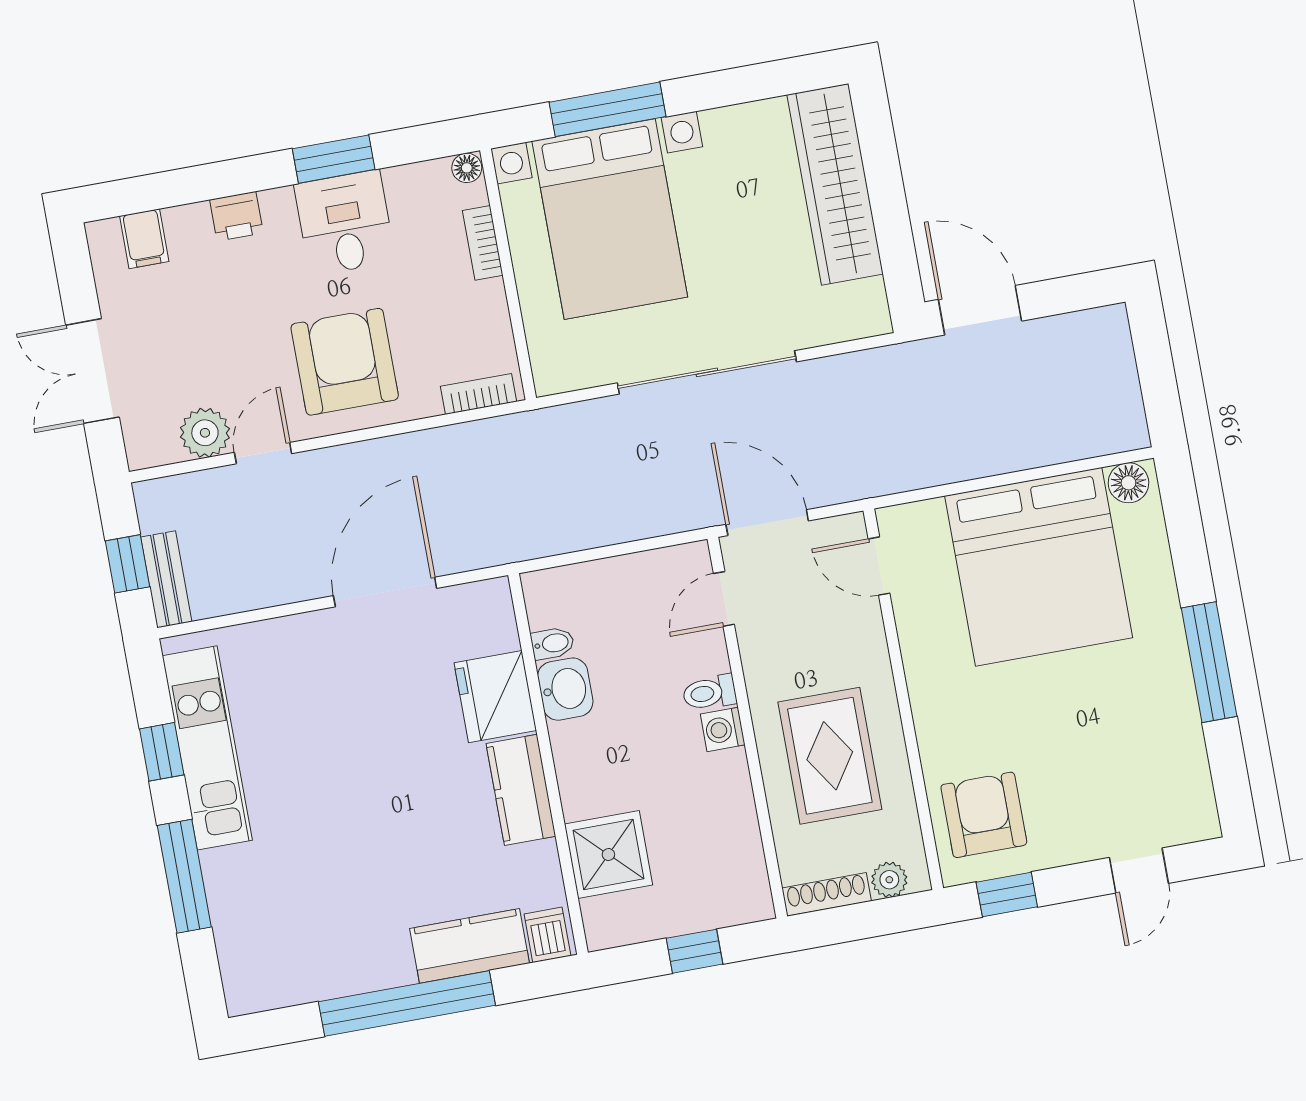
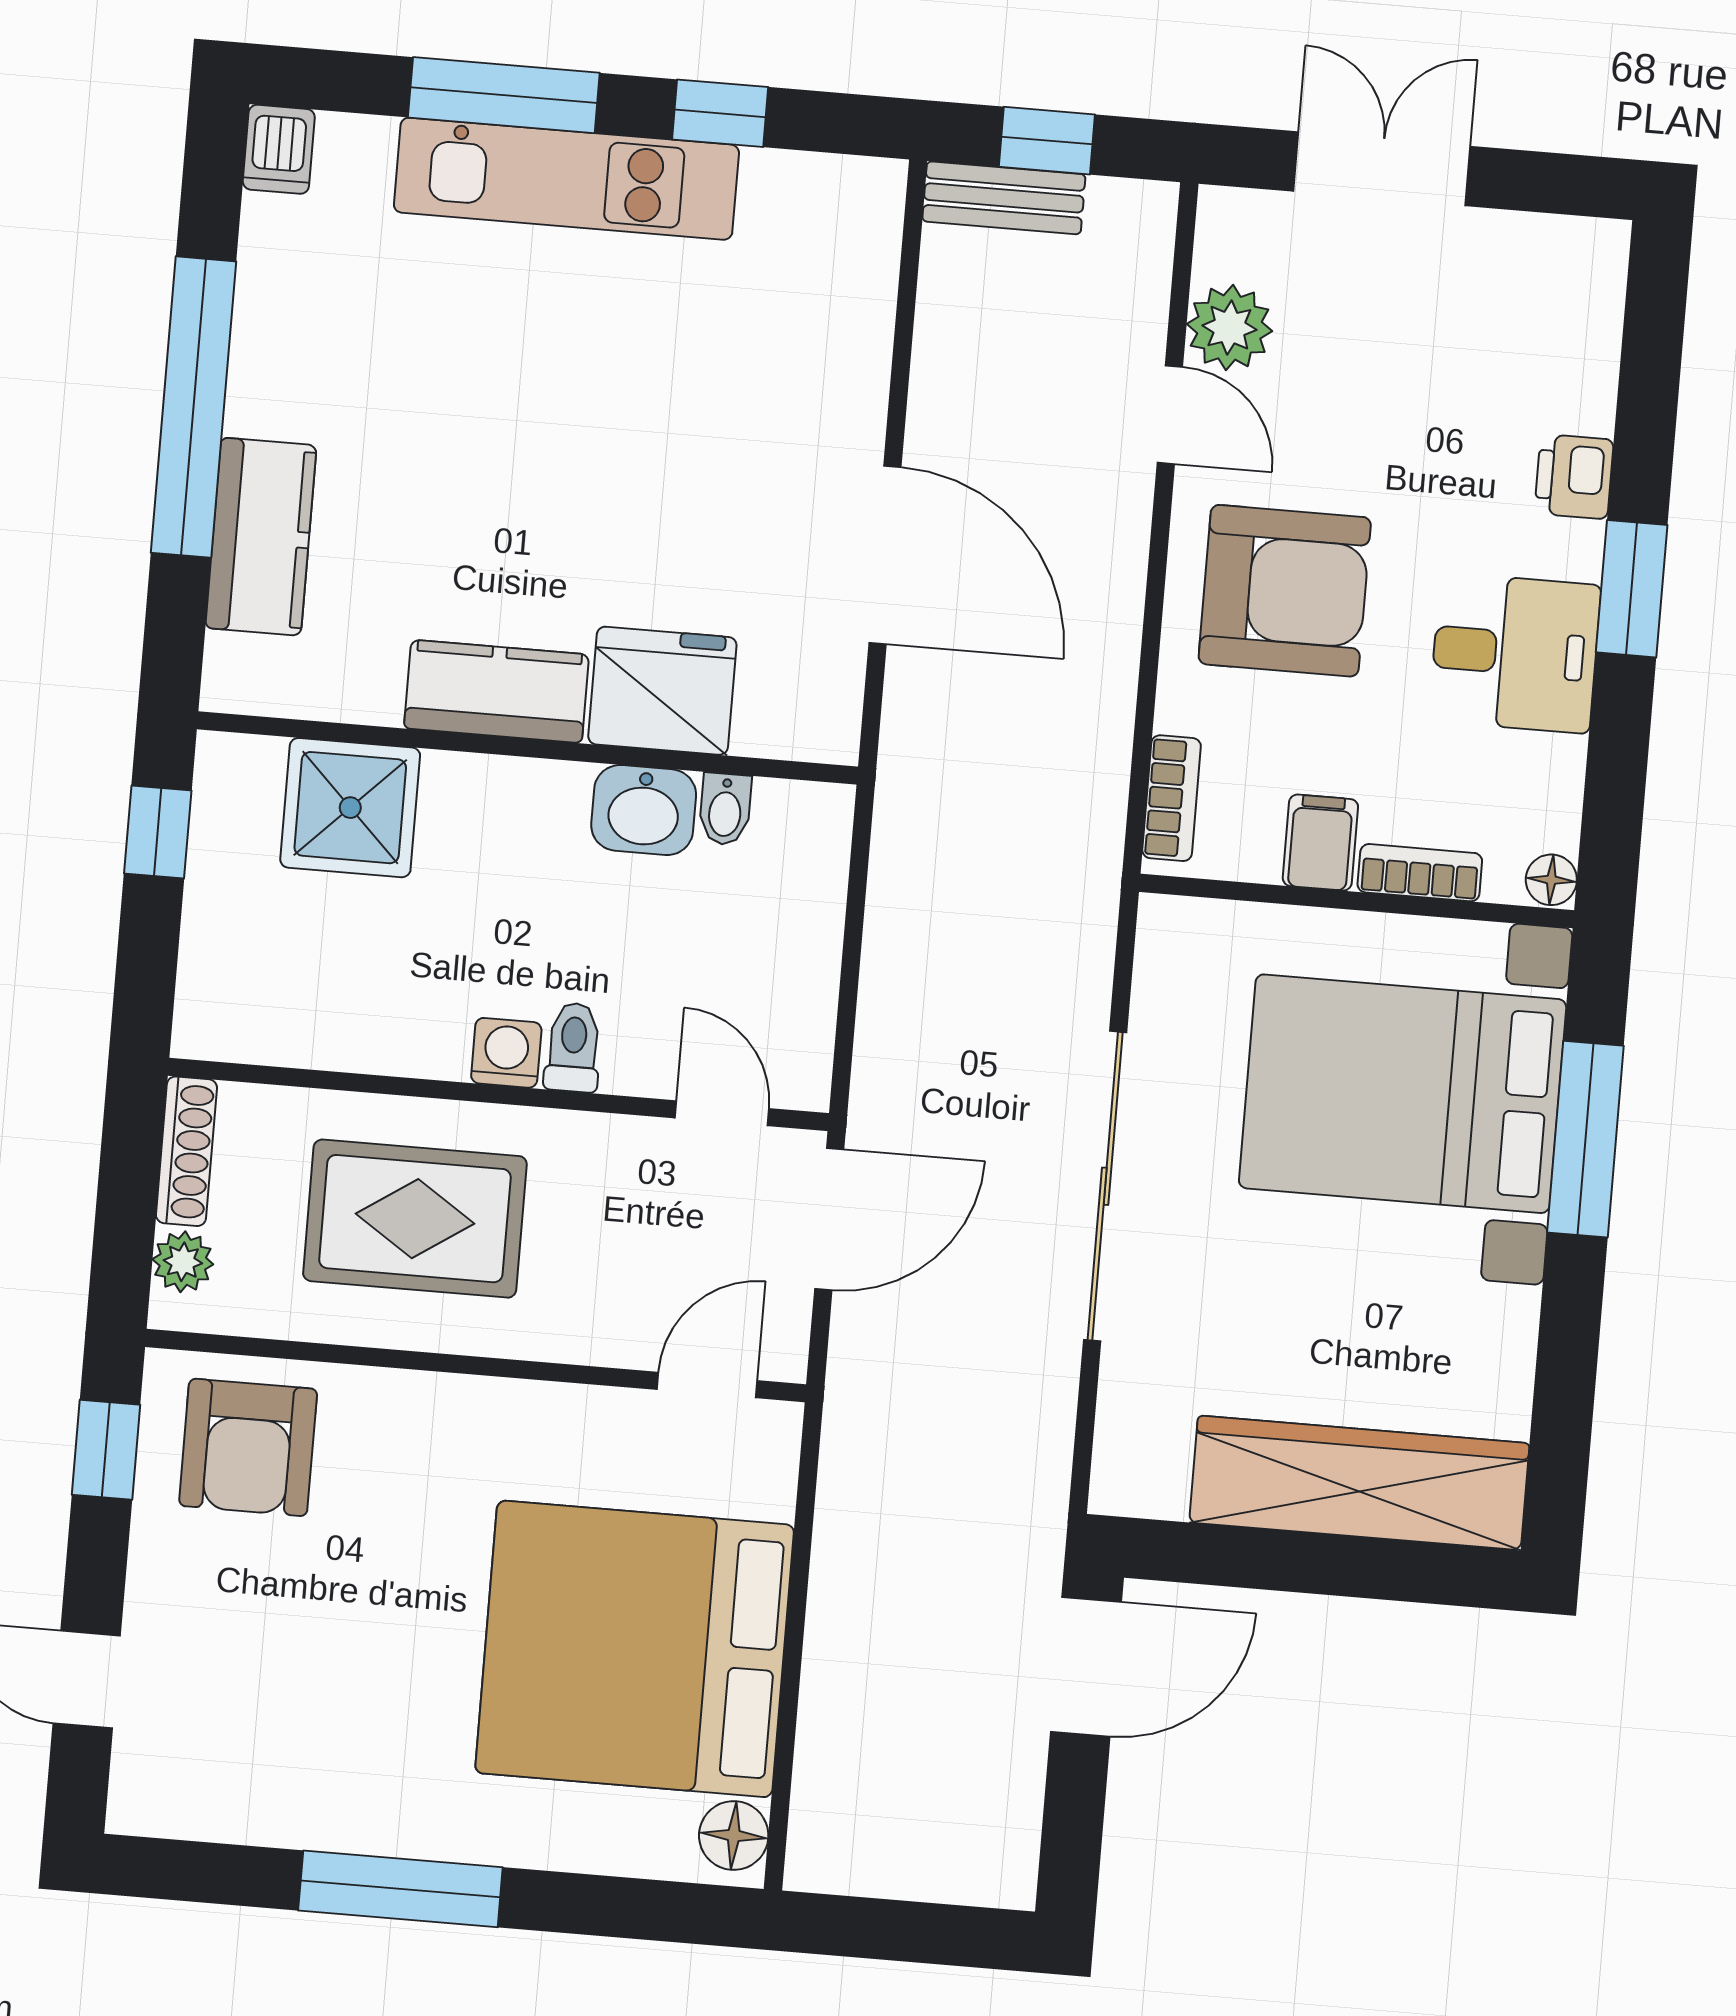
window: (334, 159) -> (1632, 589), moved
filing cabinet: (144, 239) -> (1320, 843), moved, turned 90
kitchen unit: (207, 748) -> (566, 179), moved
armchair: (984, 815) -> (248, 1447), turned 90
dishwasher: (547, 935) -> (279, 149), moved, turned 90
window: (695, 951) -> (158, 832), moved

